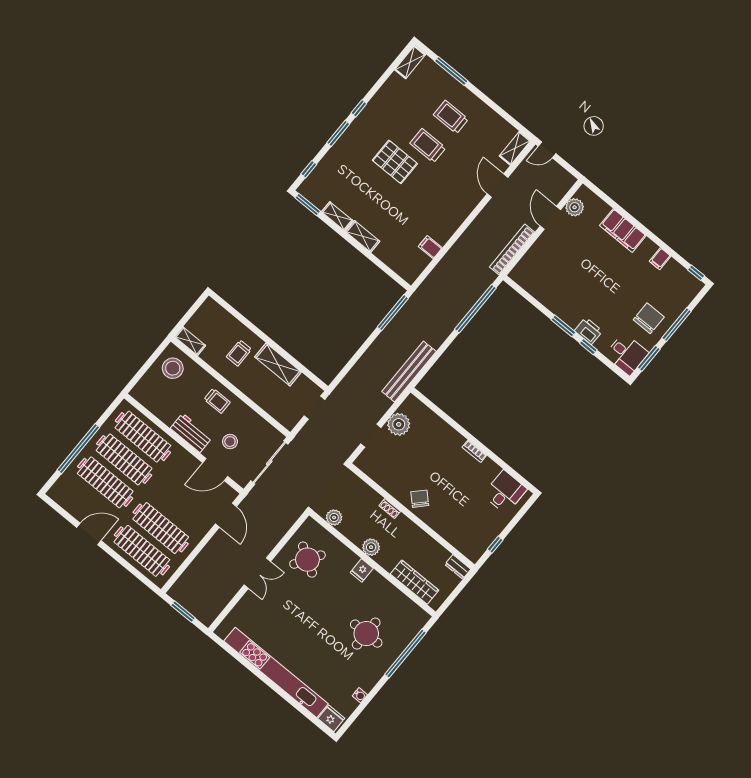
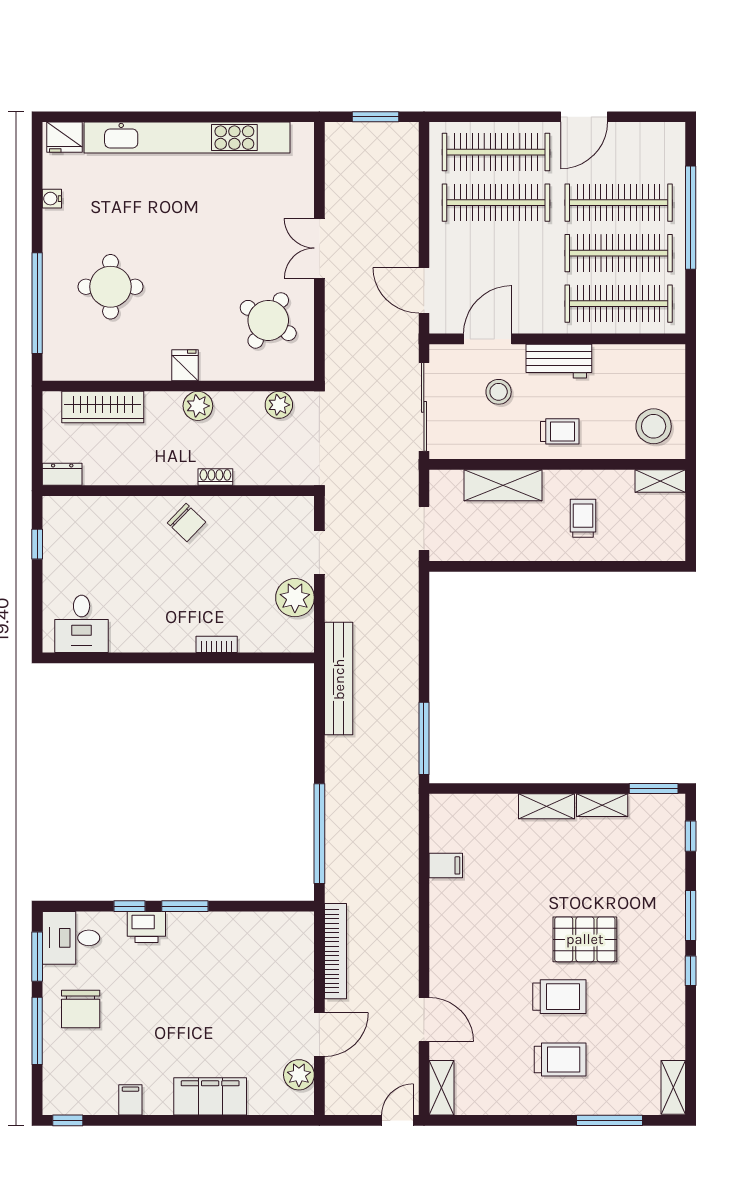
door: (550, 218) -> (319, 1034), hinge flipped
shelving: (278, 364) -> (503, 485), moved
trolley: (217, 401) -> (560, 431), turned 180
bookcase: (474, 451) -> (217, 644), moved

